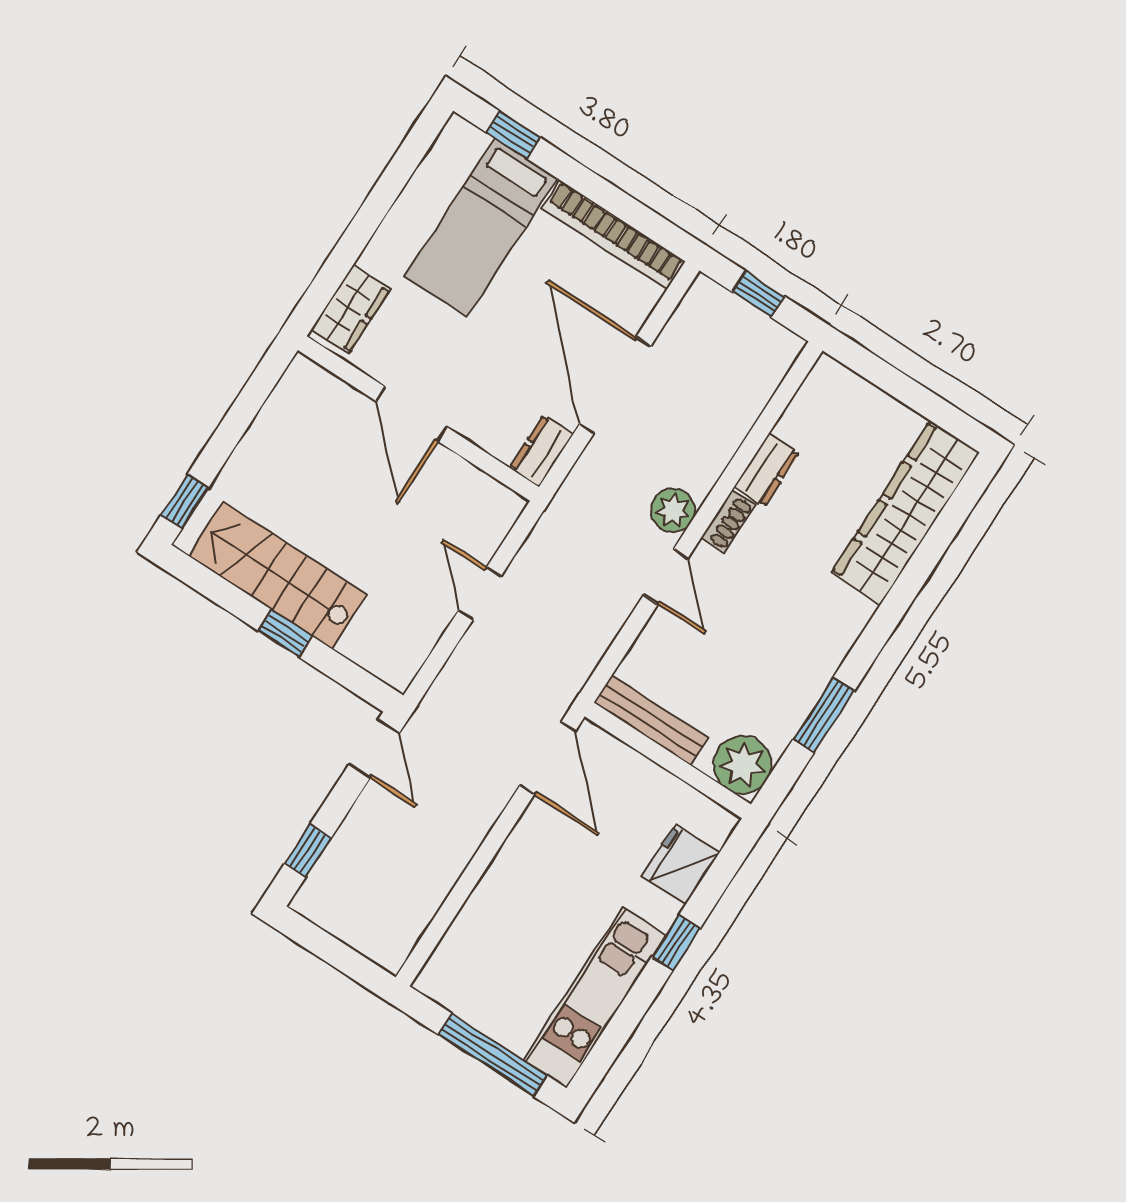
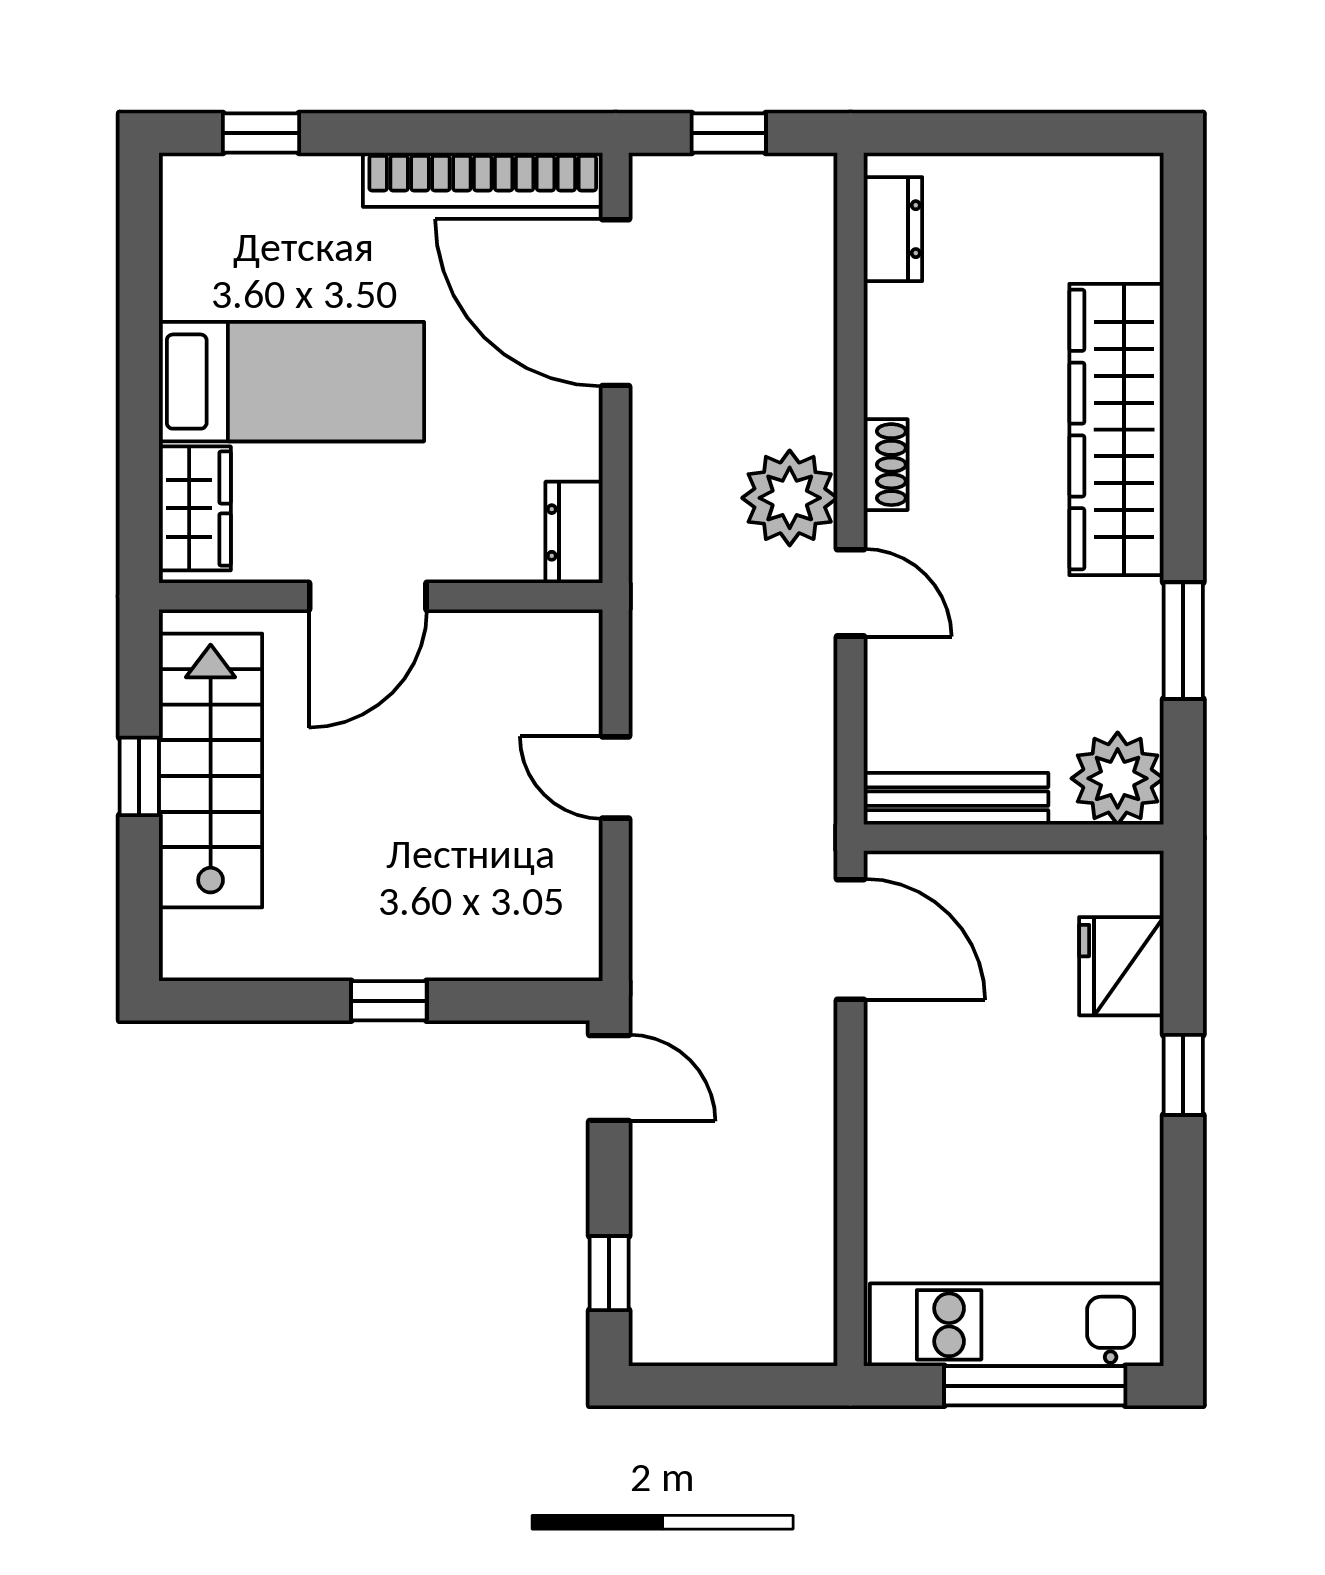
bed: (481, 227) -> (291, 382), moved, turned -90
door: (615, 385) -> (616, 303), moved
door: (412, 414) -> (368, 596), hinge flipped
dresser: (766, 470) -> (893, 229), moved
window: (185, 501) -> (139, 776), moved
plant: (673, 510) -> (790, 498), width x1.36, depth x1.36
wardrobe: (905, 513) -> (1117, 430), moved
stairs: (278, 575) -> (211, 770), moved, turned 90
kitchen unit: (595, 997) -> (1017, 1325), moved, turned 90

